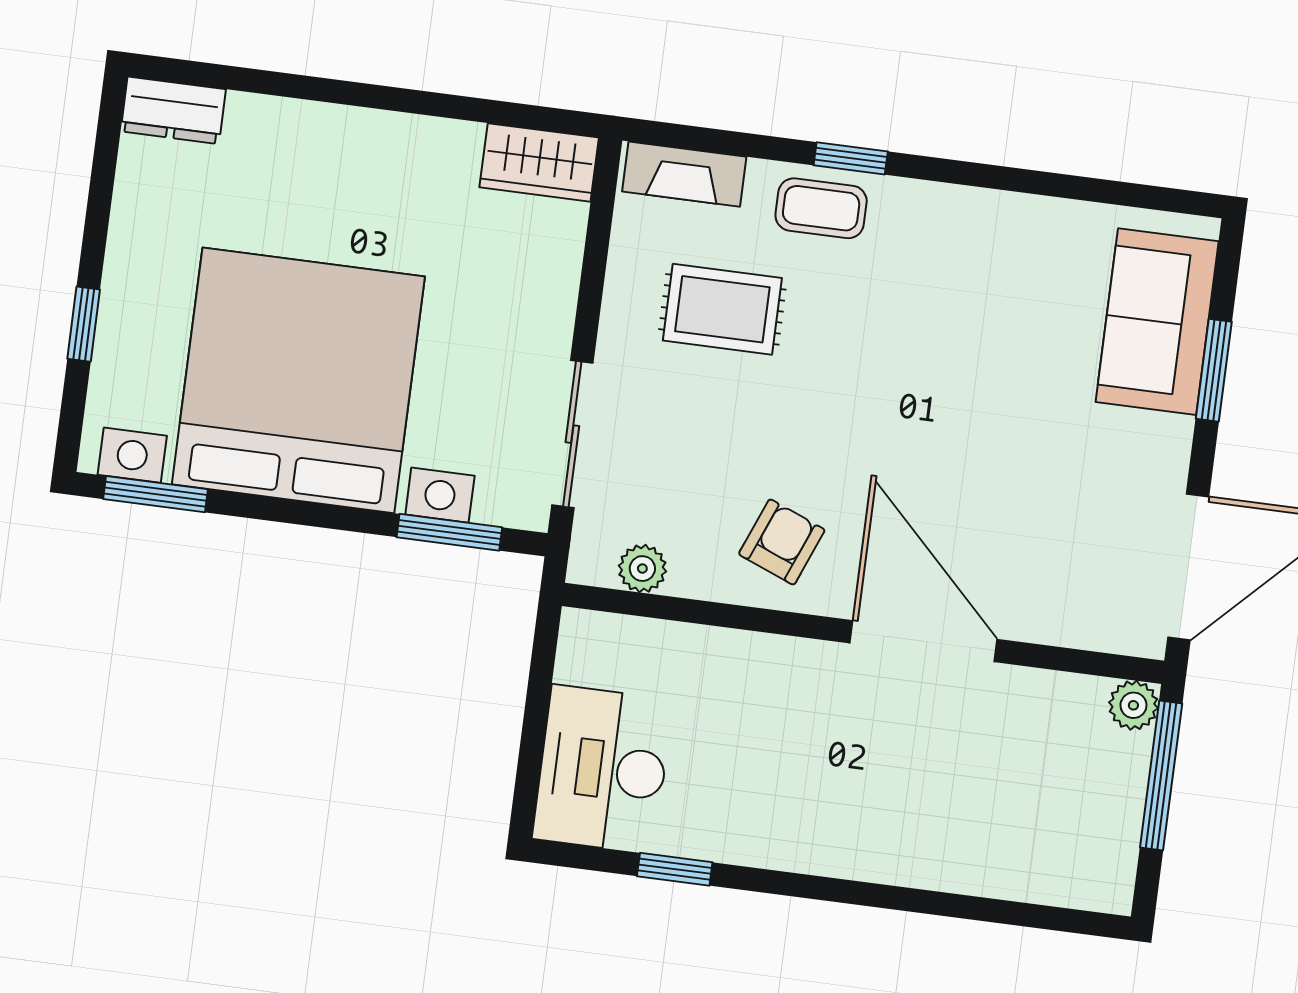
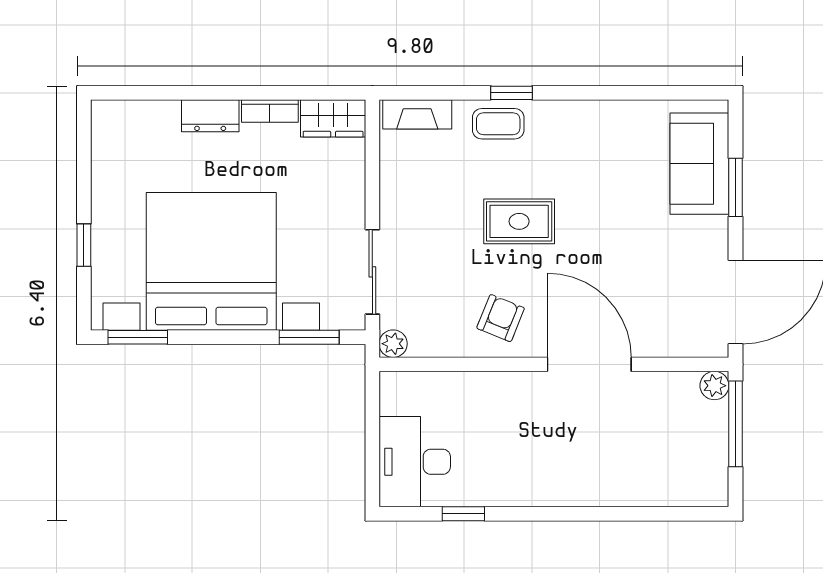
dresser: (173, 110) -> (210, 116), moved
bookcase: (432, 136) -> (270, 111), added
rug: (722, 309) -> (519, 221), moved
plant: (642, 569) -> (393, 344), moved

